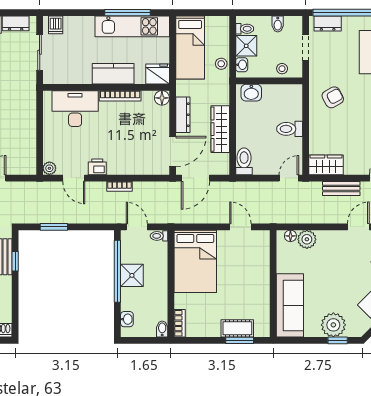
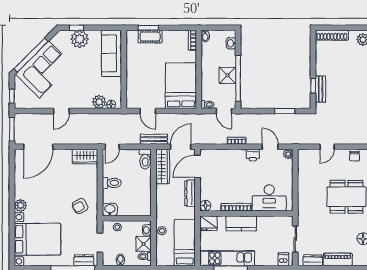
washbasin: (251, 93) -> (110, 210), moved
wardrobe: (220, 129) -> (163, 166), moved
bench: (341, 188) -> (154, 139), moved

